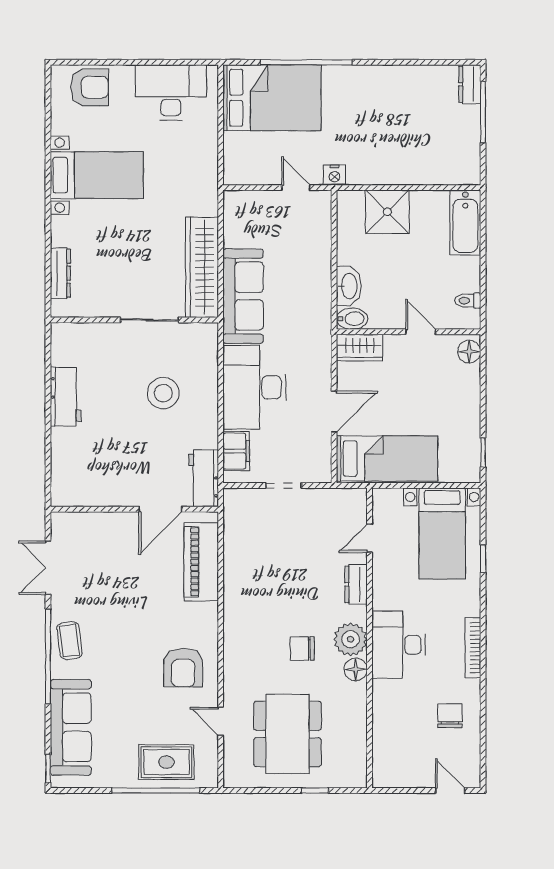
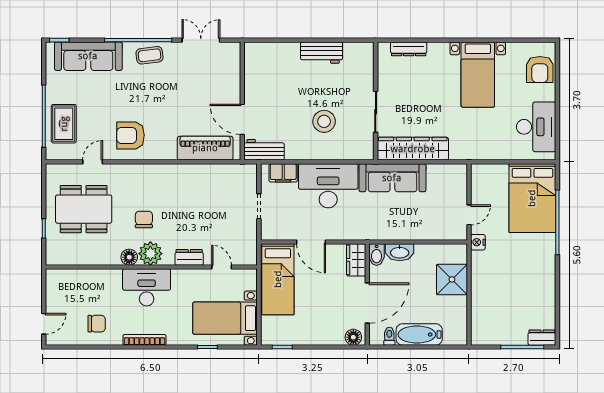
bathtub: (465, 223) -> (419, 334), moved
door: (421, 332) -> (367, 303), width x1.87

